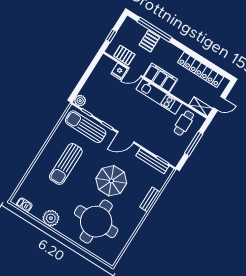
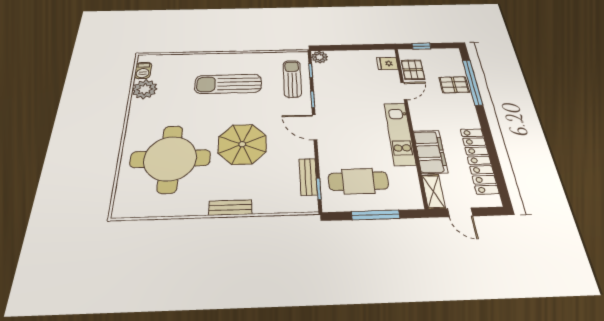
fridge: (119, 71) -> (387, 63), moved
door: (135, 72) -> (404, 91), swing flipped
filing cabinet: (161, 78) -> (430, 152), moved
cafe table: (184, 123) -> (358, 181), moved, width x1.37, depth x1.35
sun lounger: (86, 127) -> (292, 79), width x0.73, depth x0.75
bench: (152, 161) -> (308, 177), width x0.73
bench: (150, 199) -> (230, 208), moved
plant: (51, 218) -> (145, 89), moved

